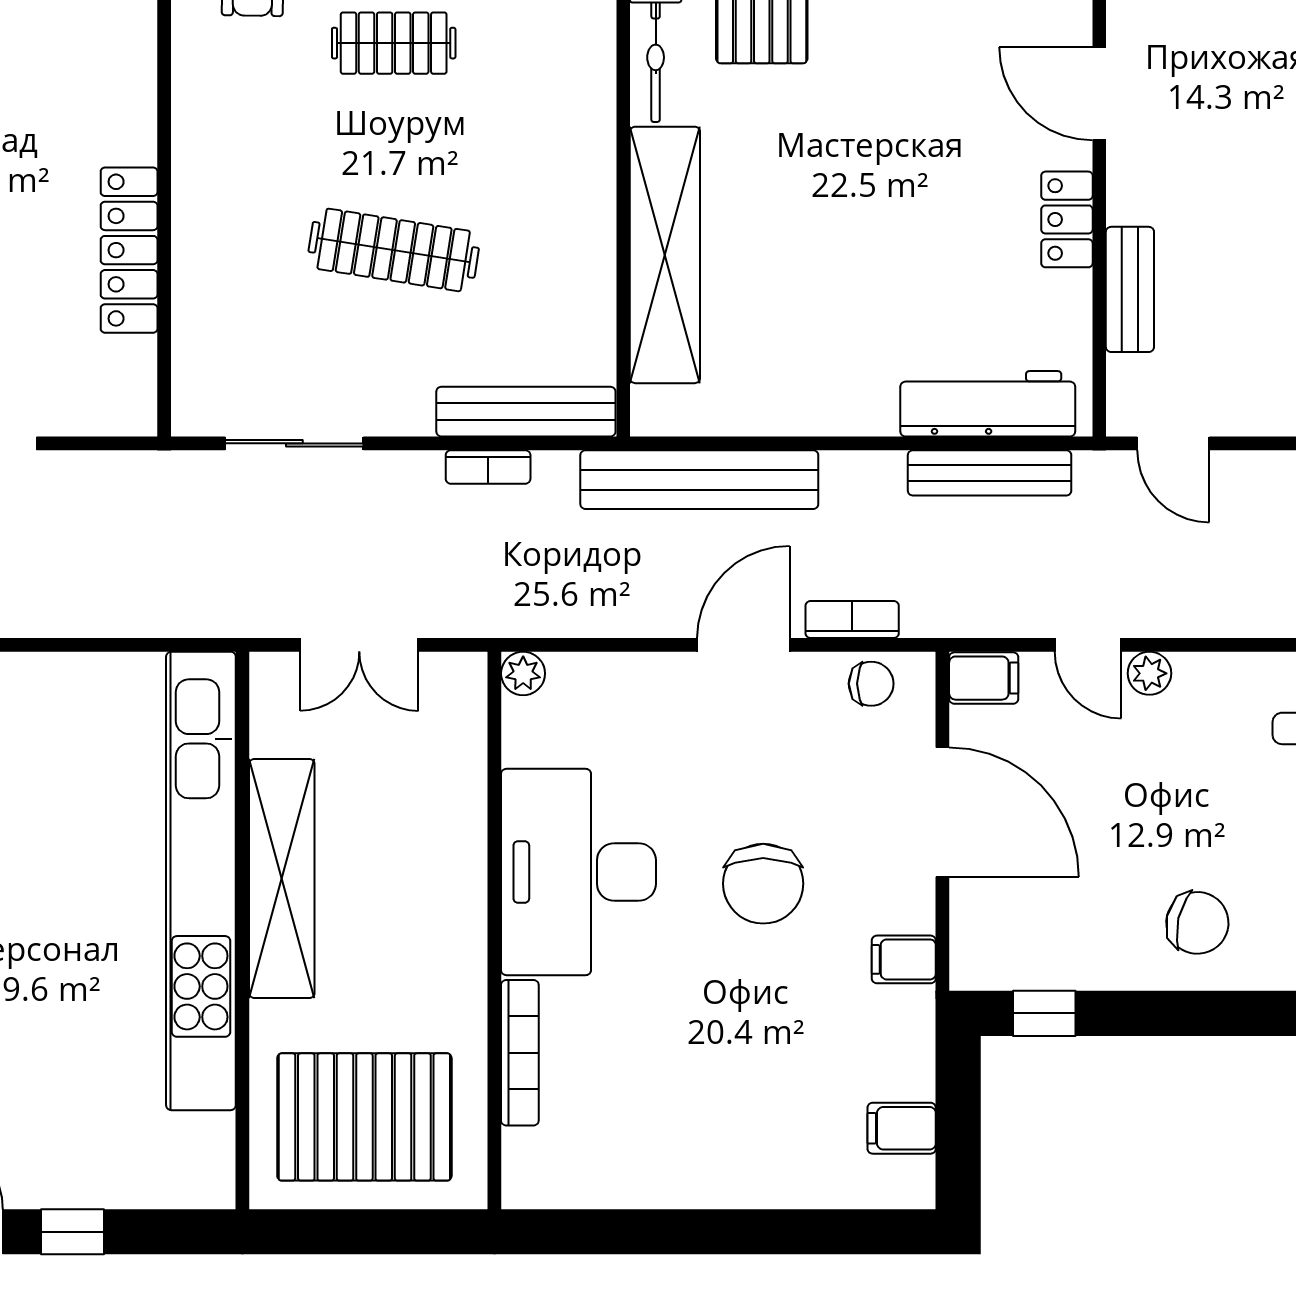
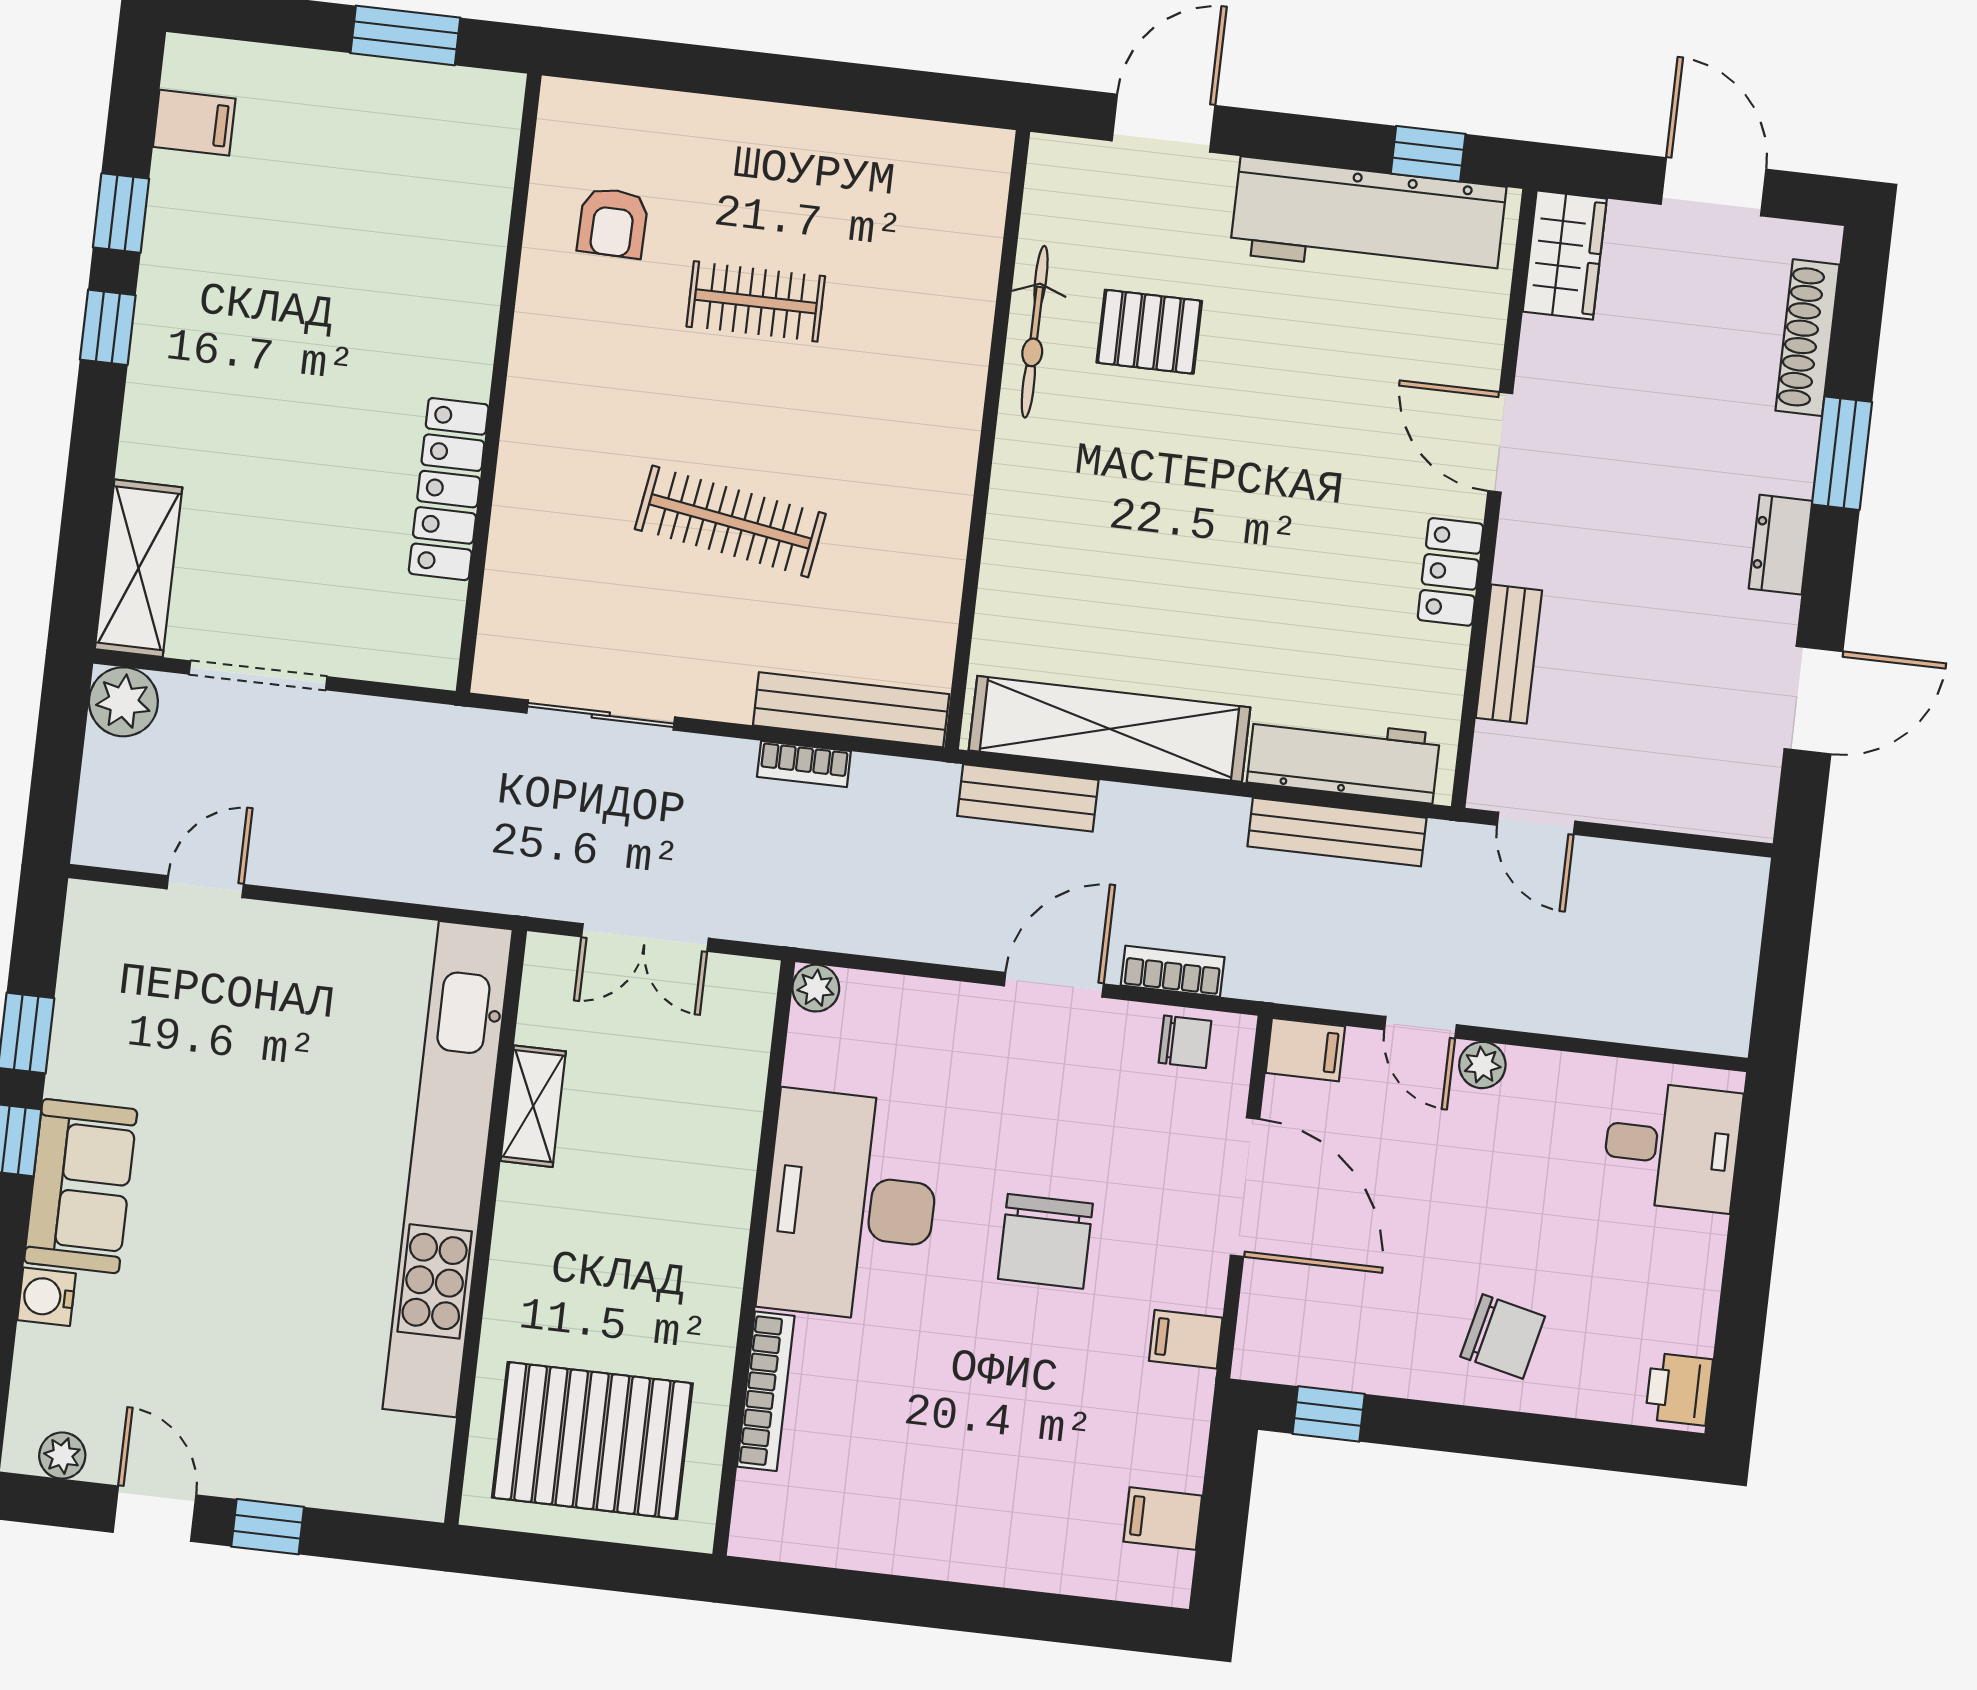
shelving: (665, 255) -> (1110, 729), moved, turned 90
bench: (699, 480) -> (1028, 798), width x0.54, depth x0.82
shelving: (282, 879) -> (533, 1106), width x0.45, depth x0.75

